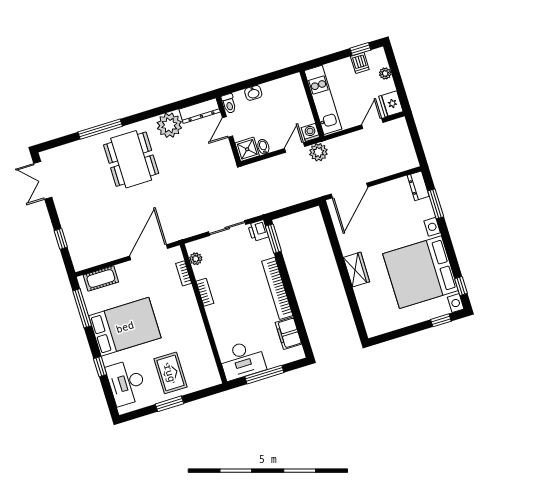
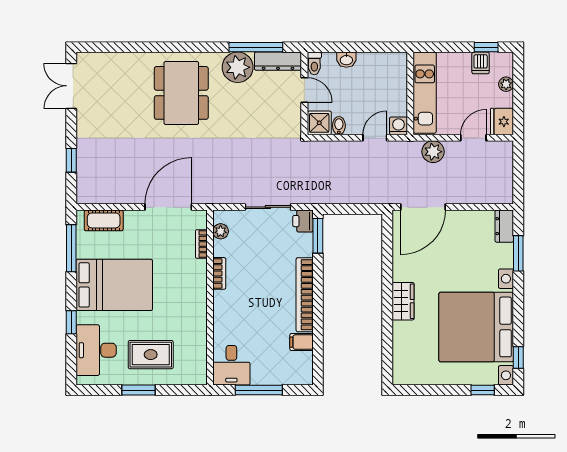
door: (227, 127) -> (304, 90), swing flipped
window: (100, 129) -> (256, 47), moved
plant: (318, 152) -> (433, 152), moved
filing cabinet: (288, 333) -> (301, 342), width x0.50
desk: (242, 360) -> (231, 365), width x0.73
rug: (170, 373) -> (151, 355), turned 90

